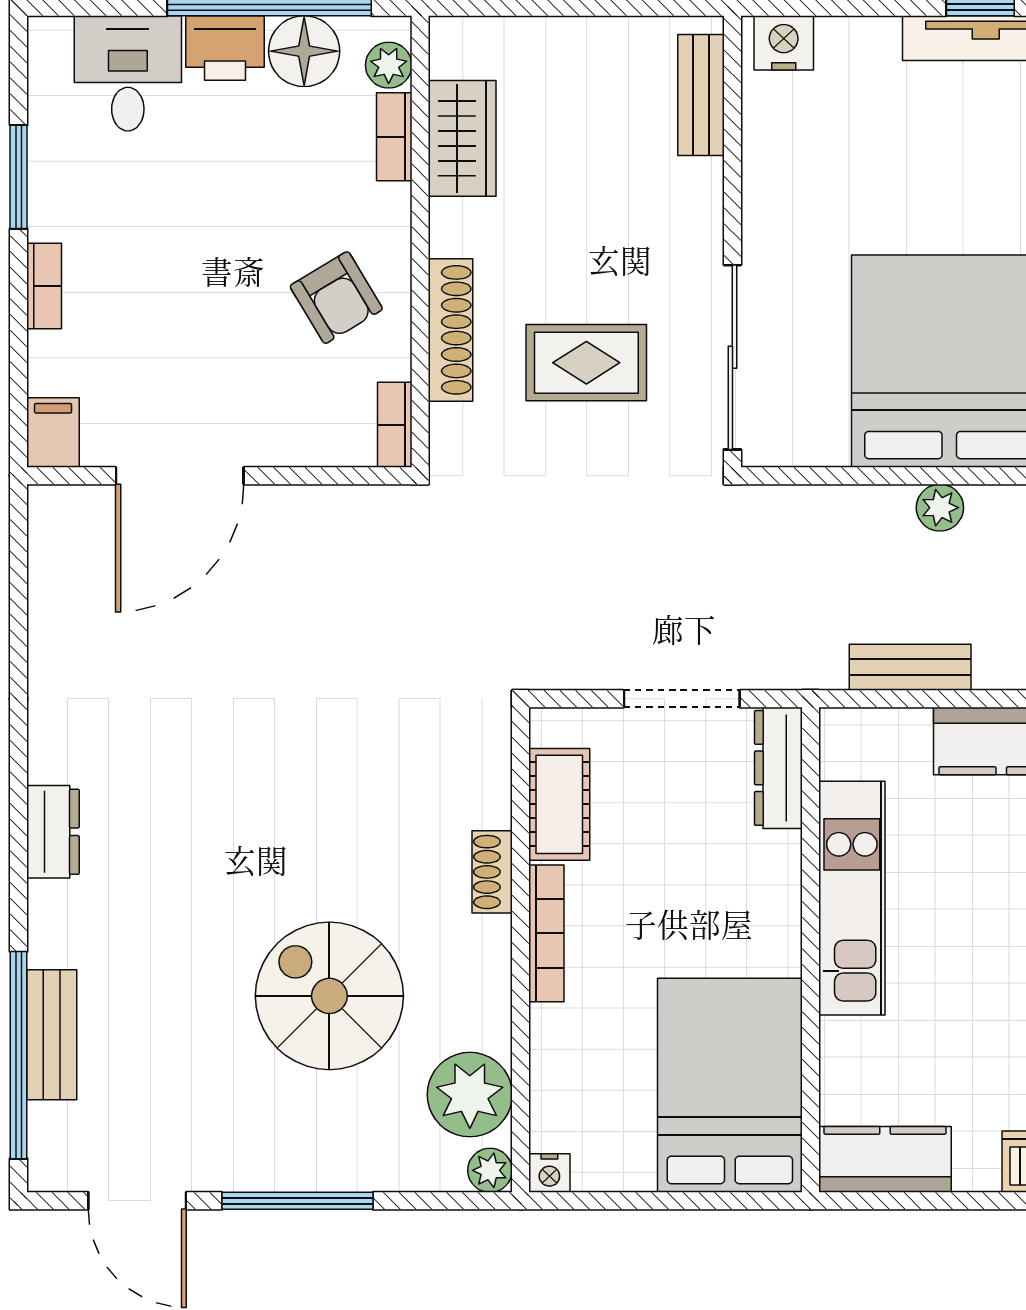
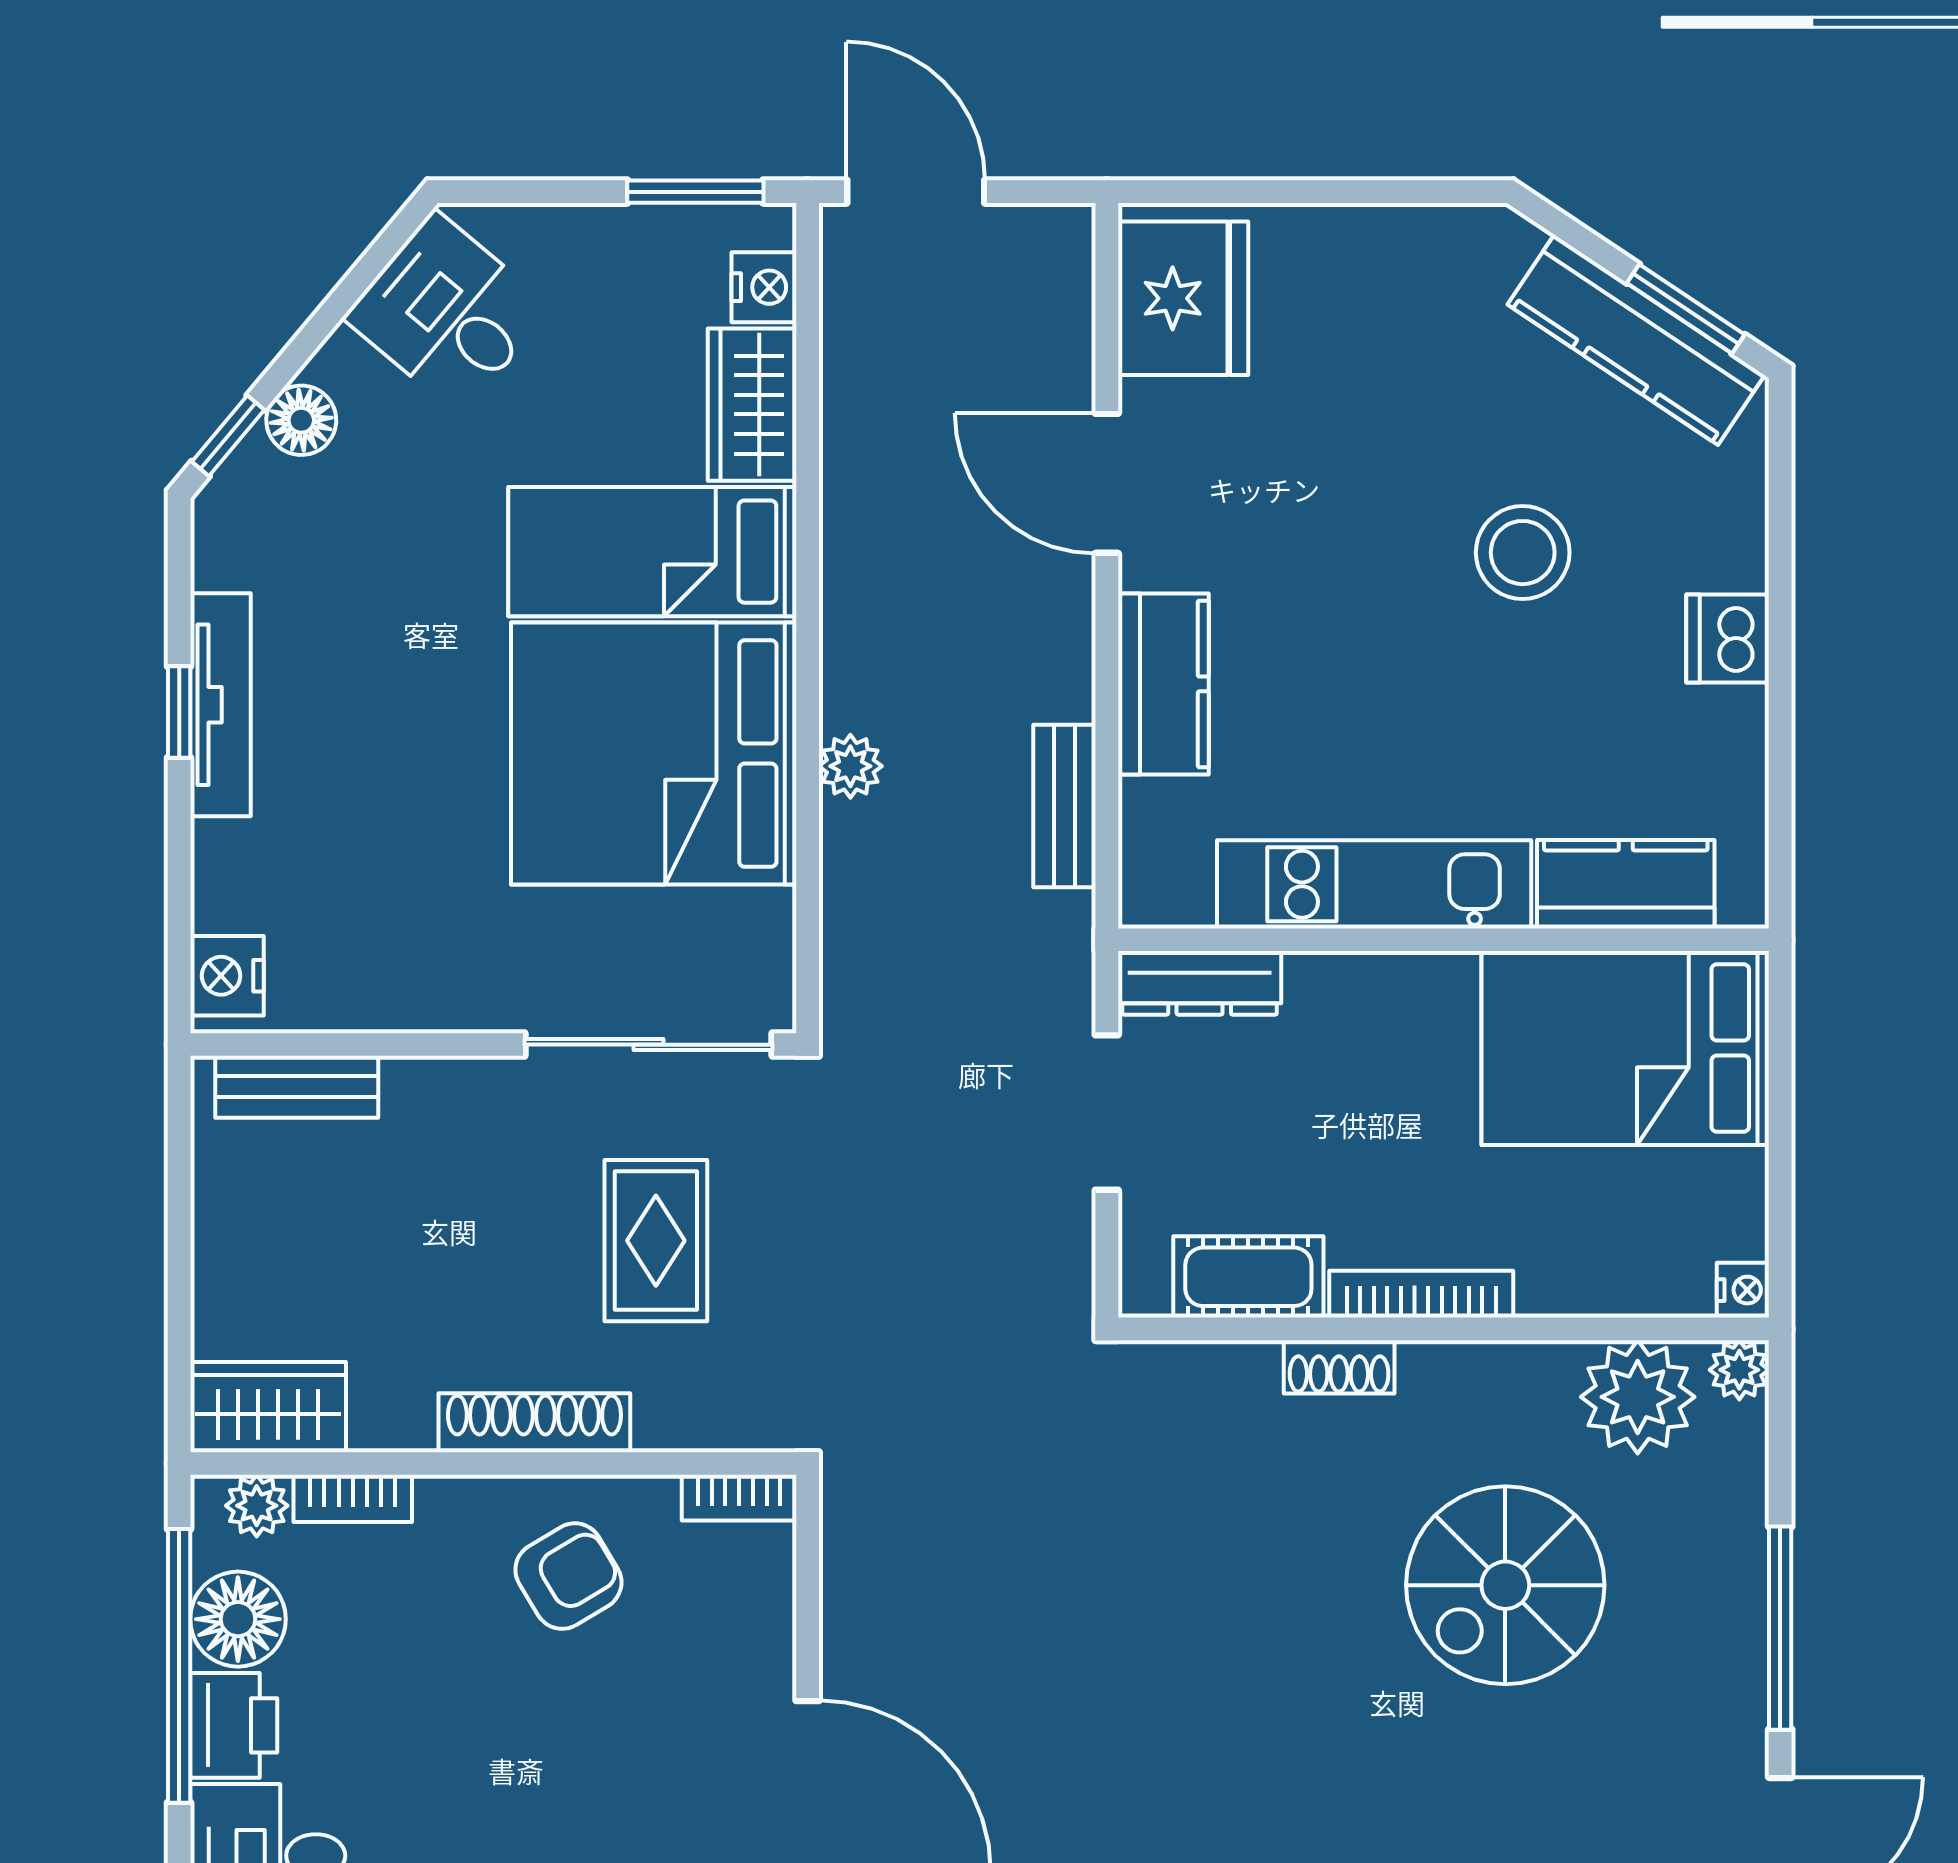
wardrobe: (462, 138) -> (268, 1407), moved
shoe rack: (451, 330) -> (534, 1423), moved
kitchen counter: (885, 1159) -> (1626, 884), moved, turned 90

